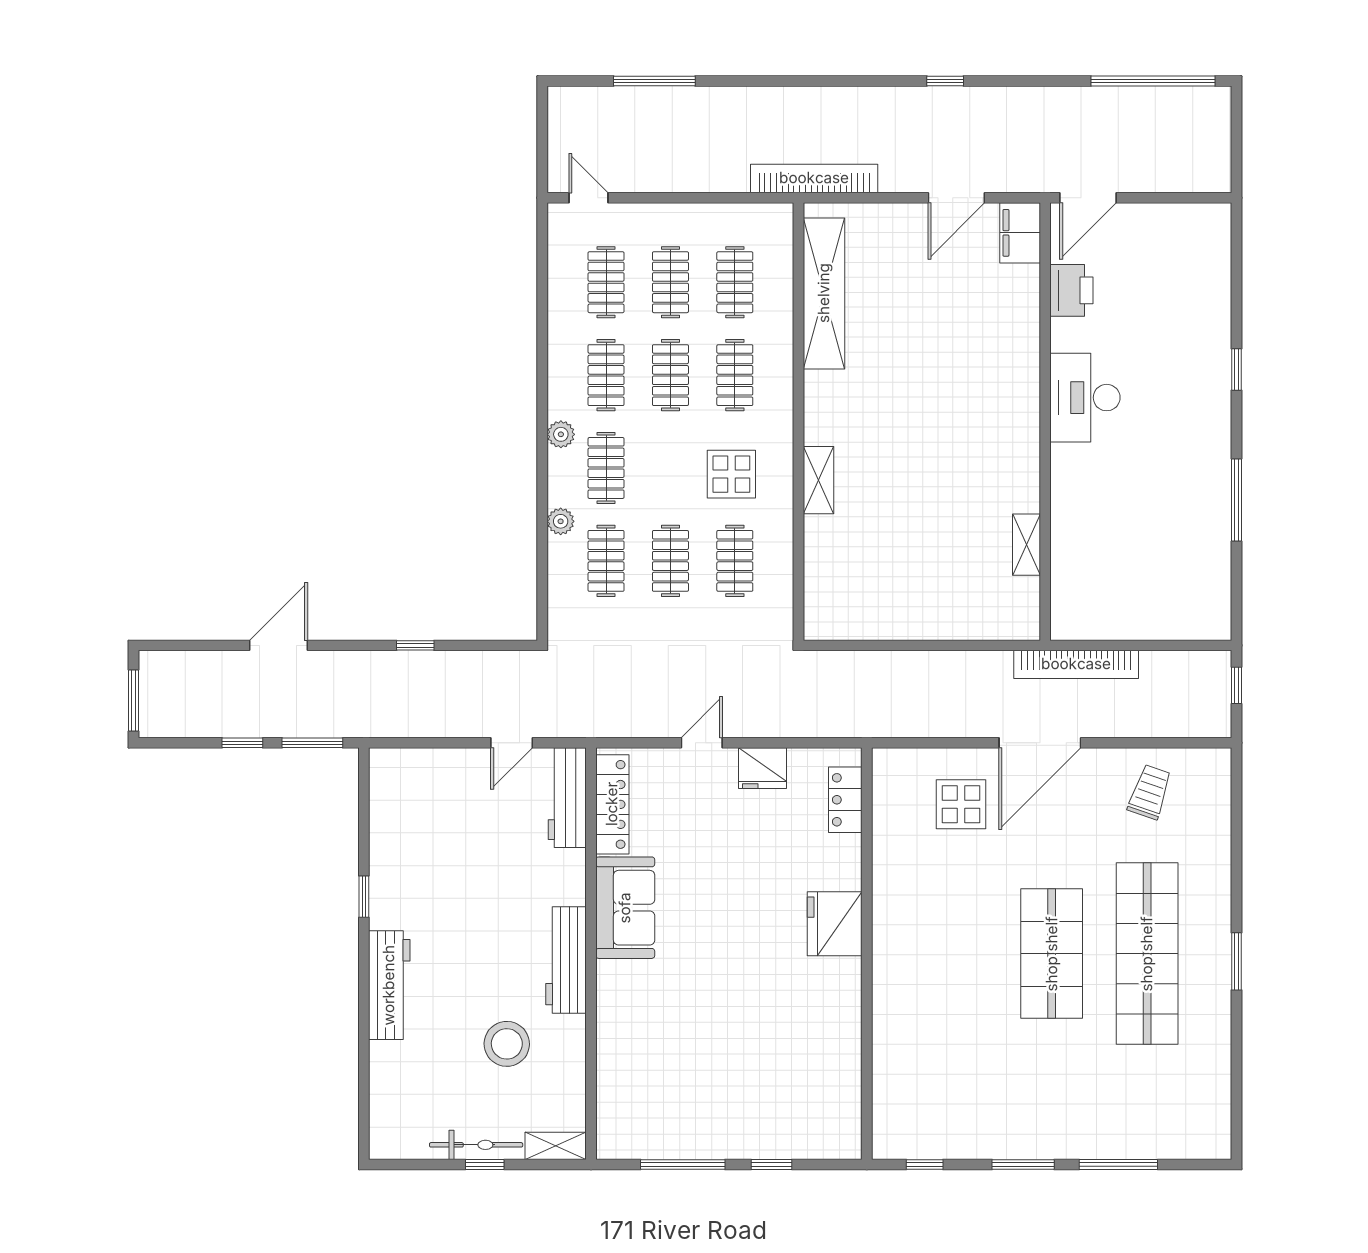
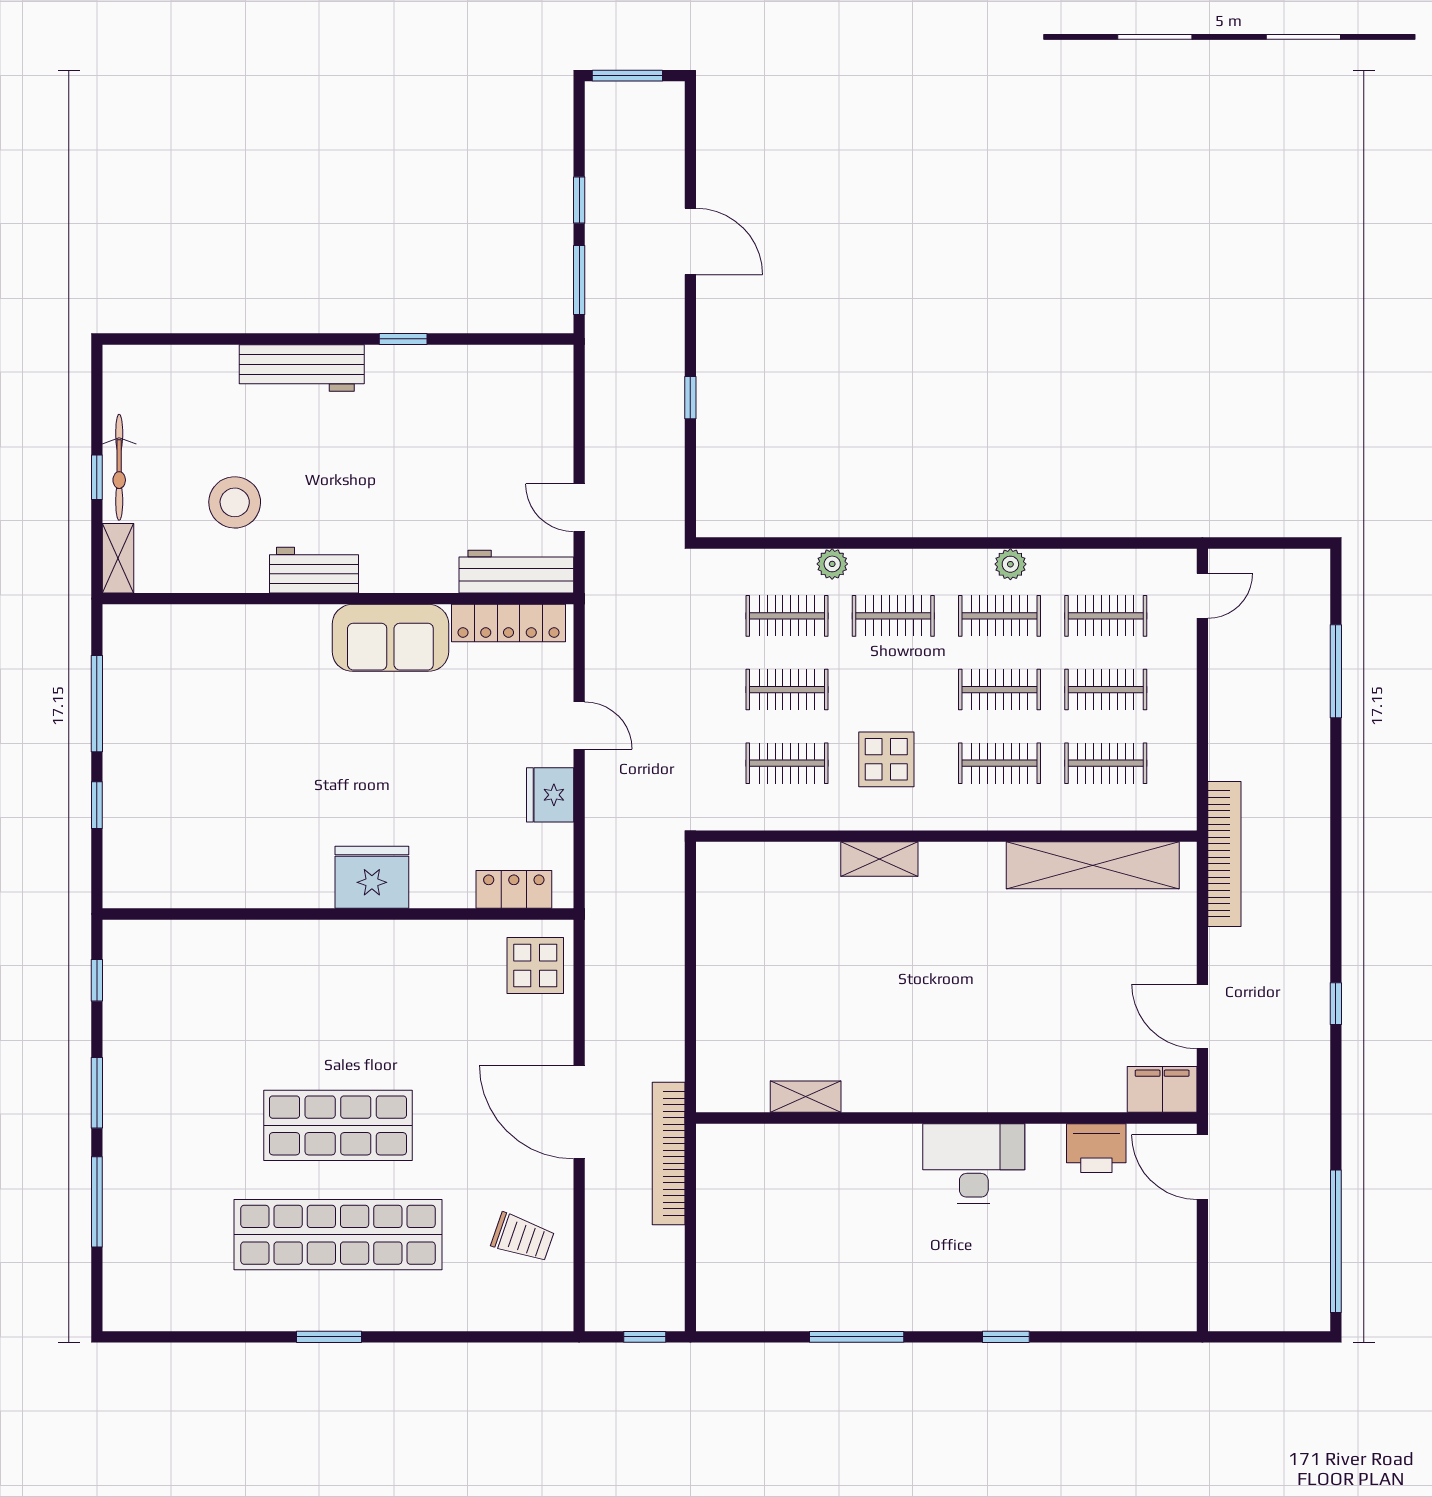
plant: (561, 434) -> (1010, 564), moved
display table: (961, 804) -> (535, 966), moved
workbench: (566, 960) -> (314, 570), width x0.73

